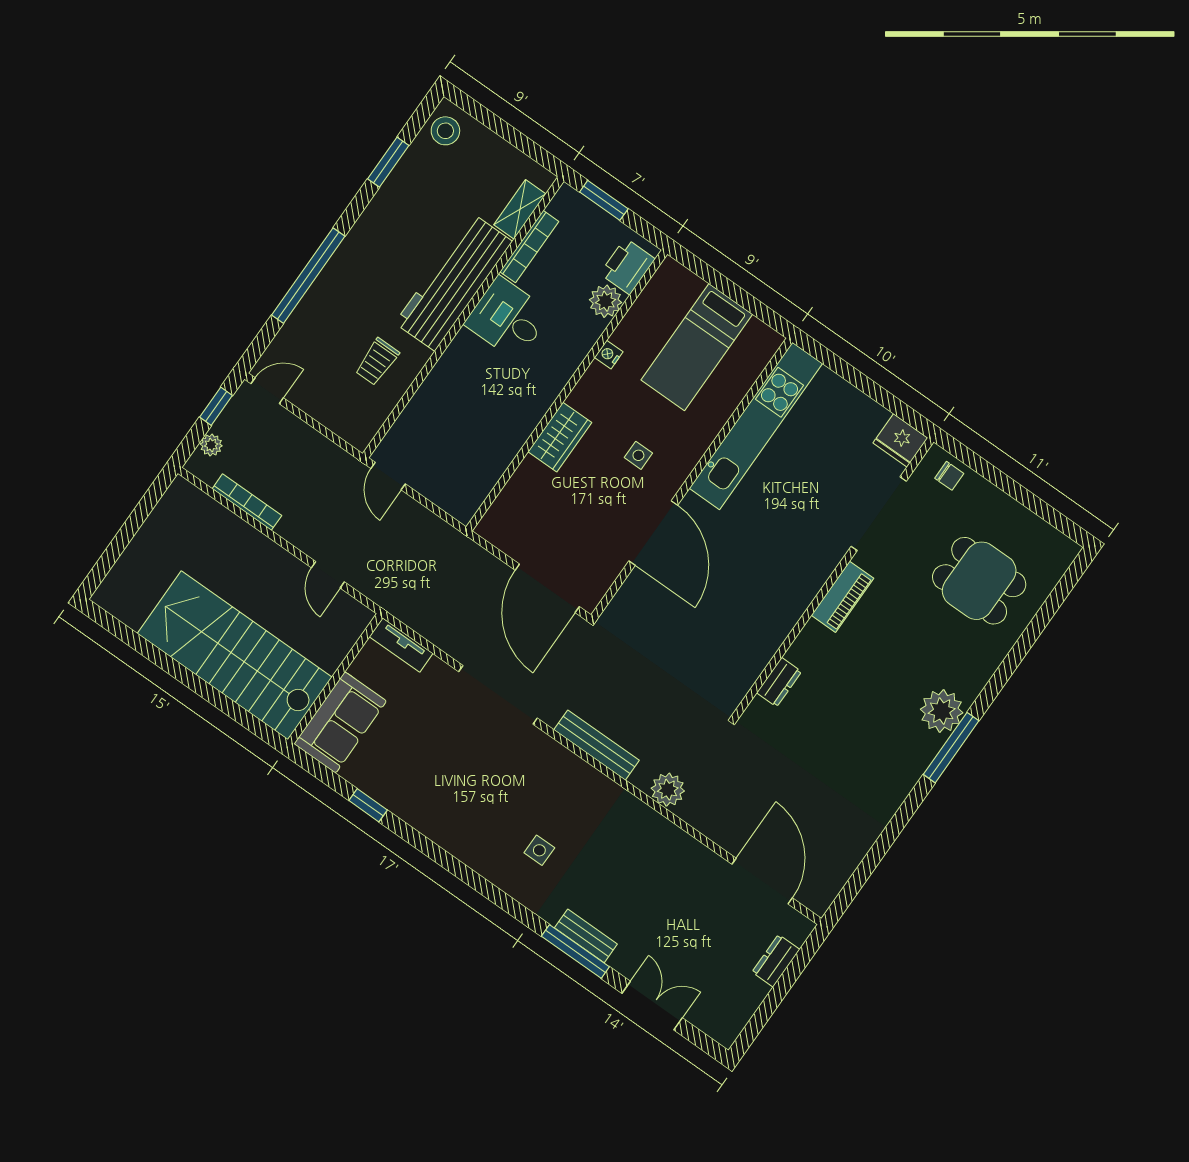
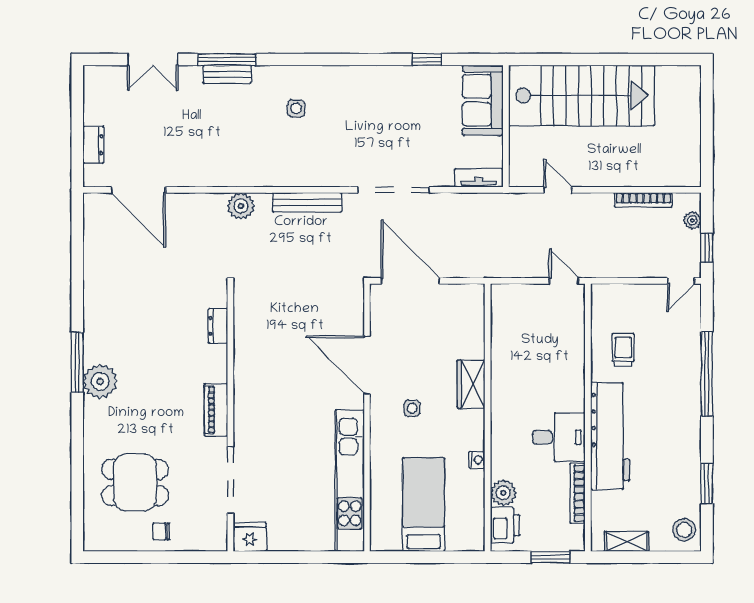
shelving: (520, 209) -> (627, 541), moved, turned 90
chair: (949, 476) -> (161, 531), moved

